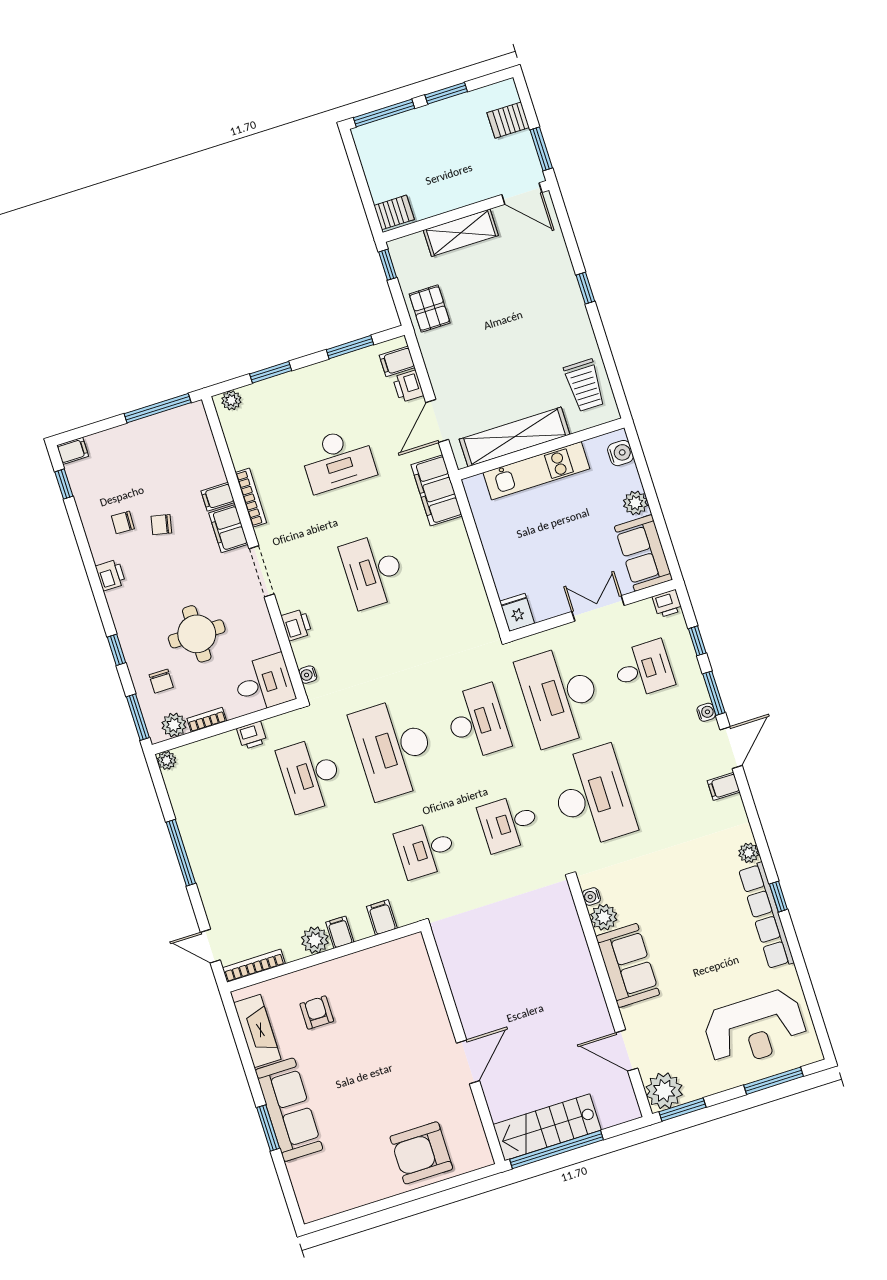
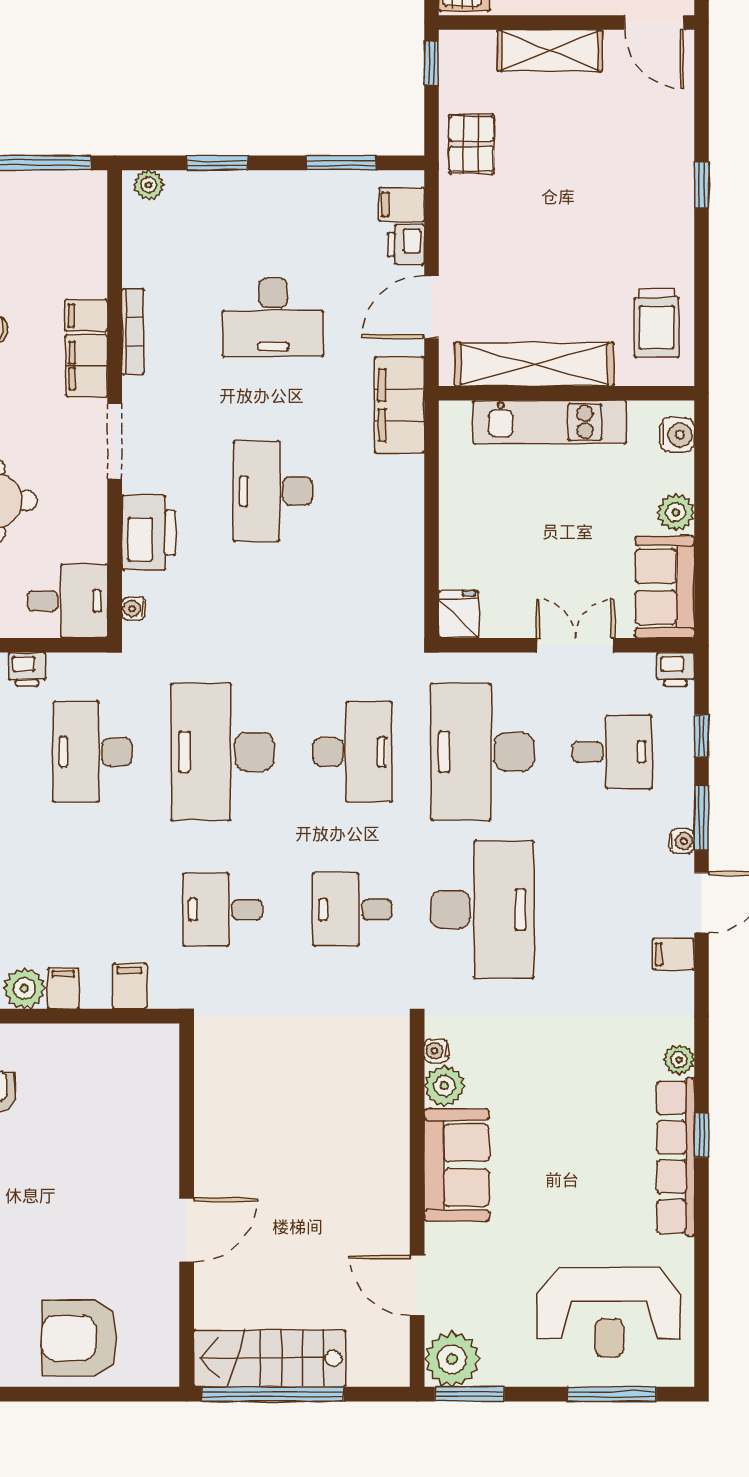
printer: (296, 625) -> (149, 533), width x1.87, depth x1.48

